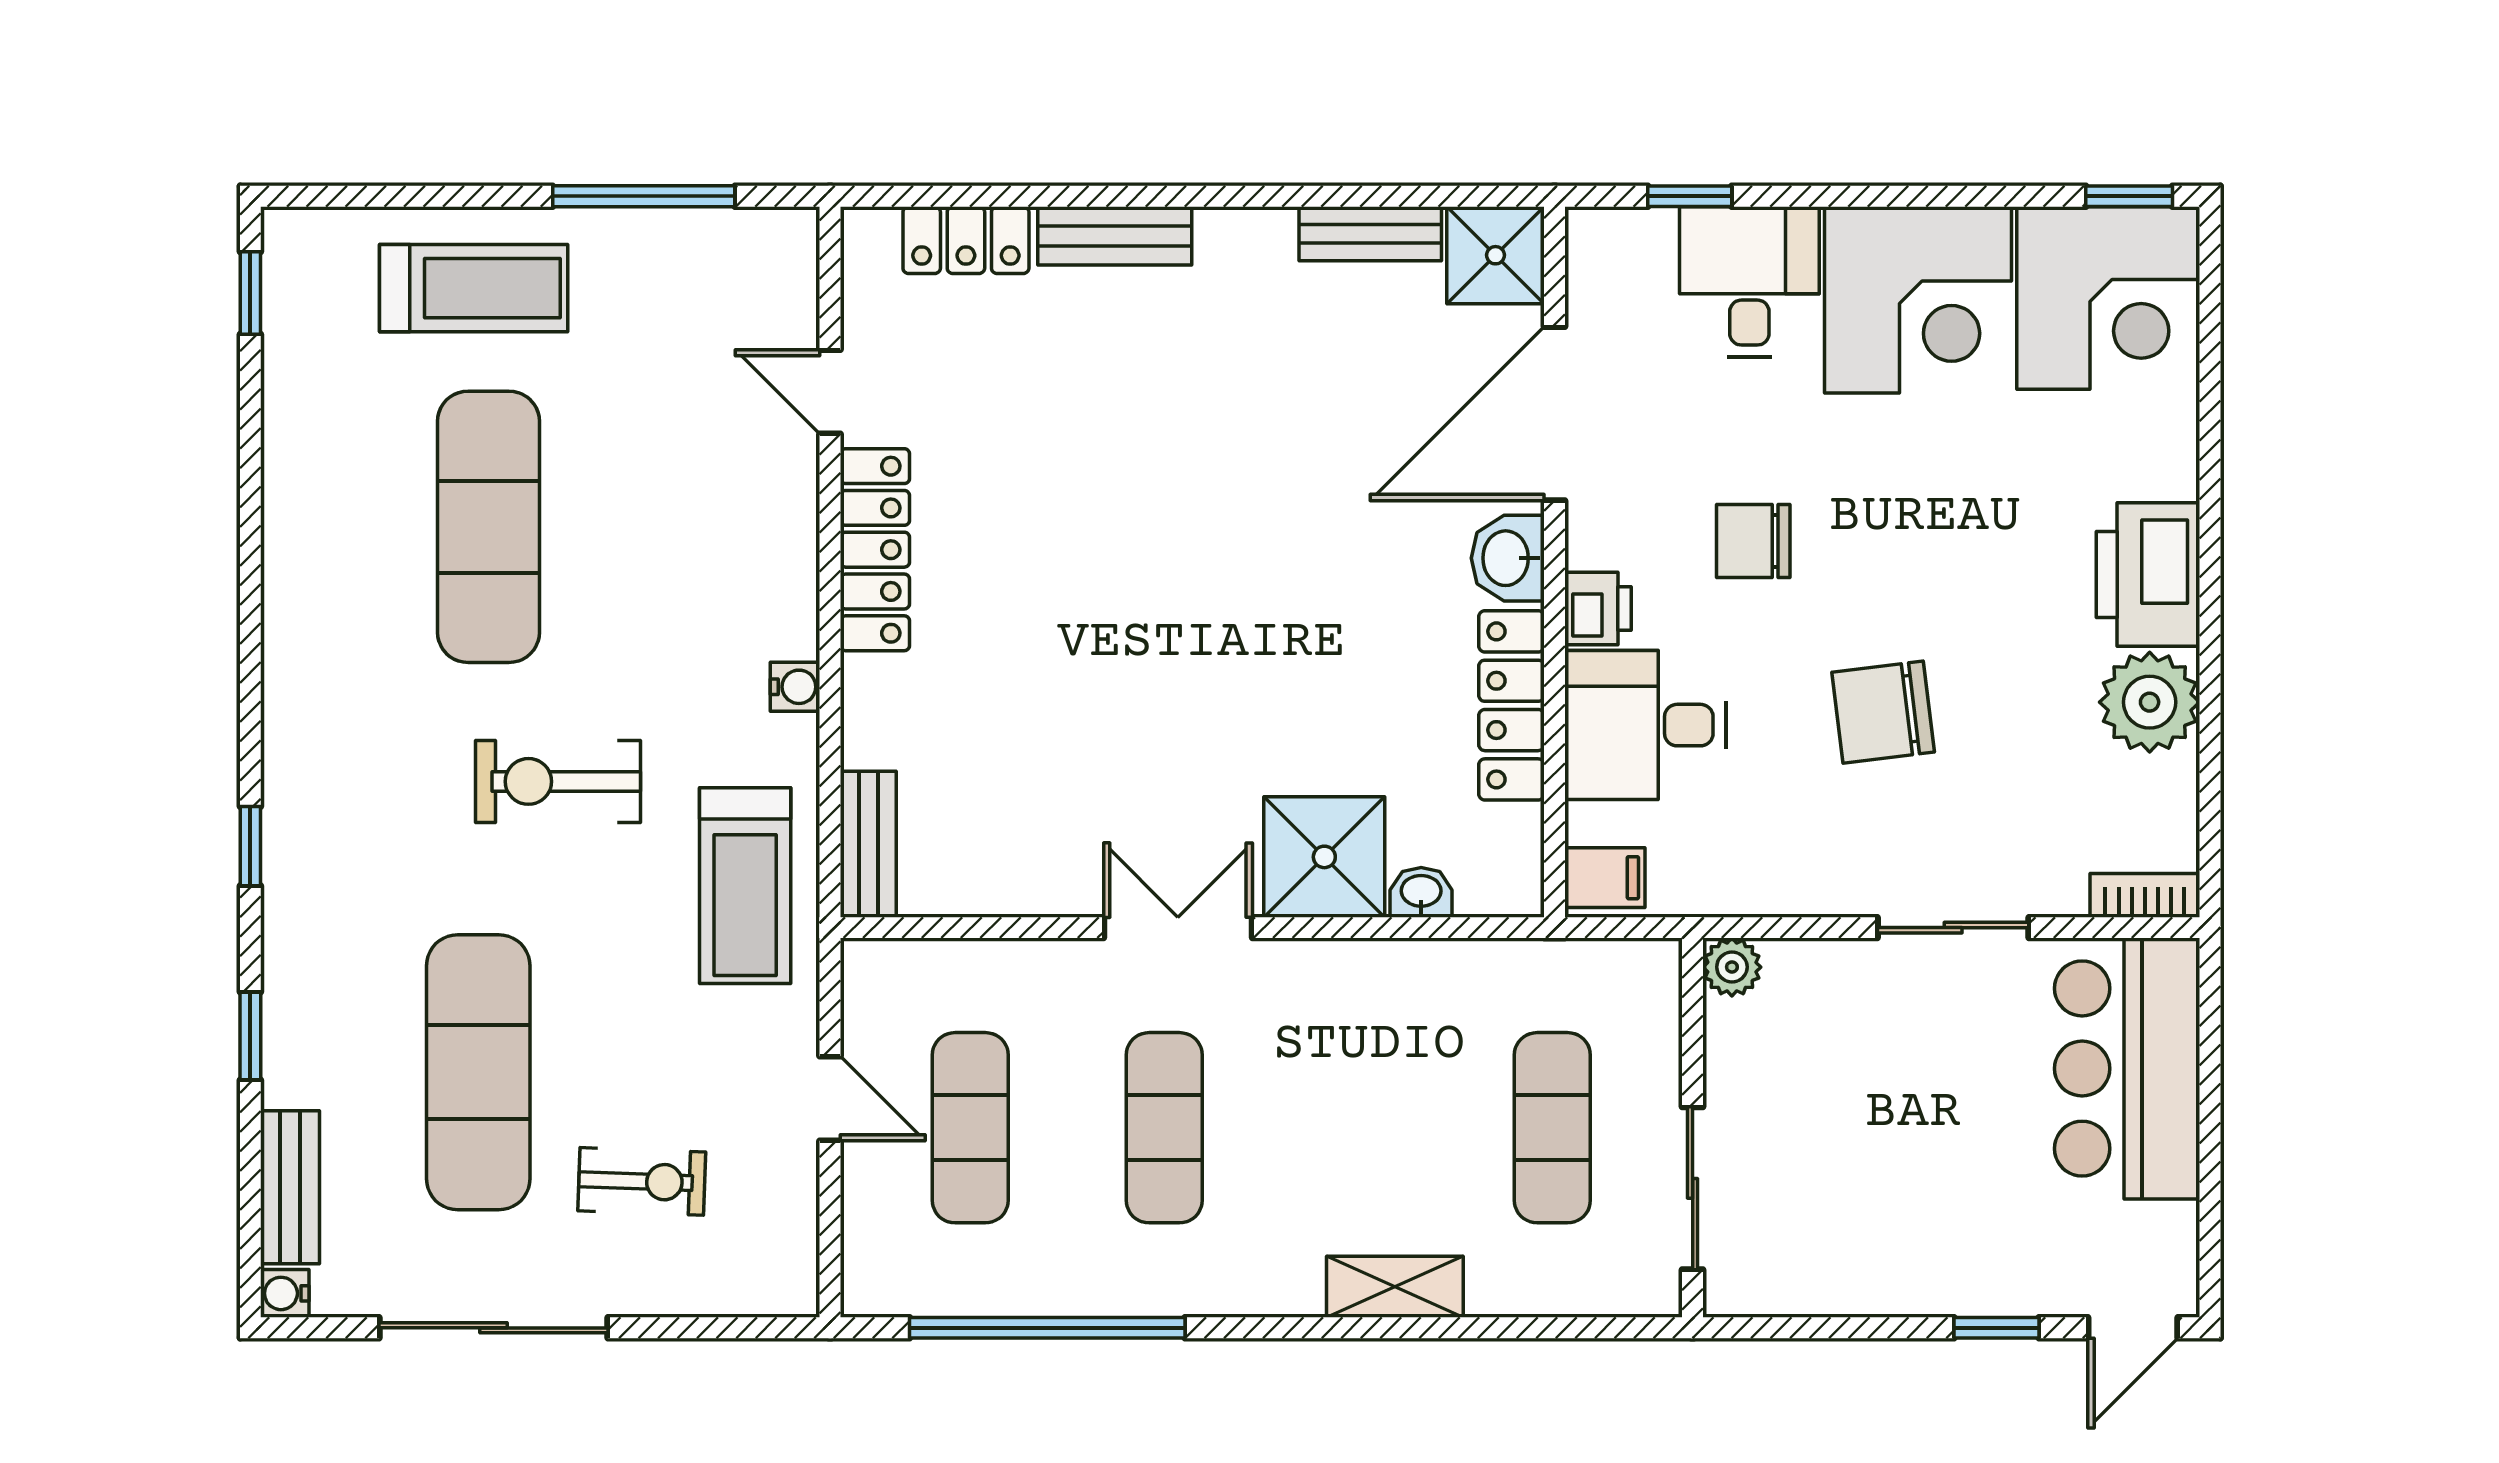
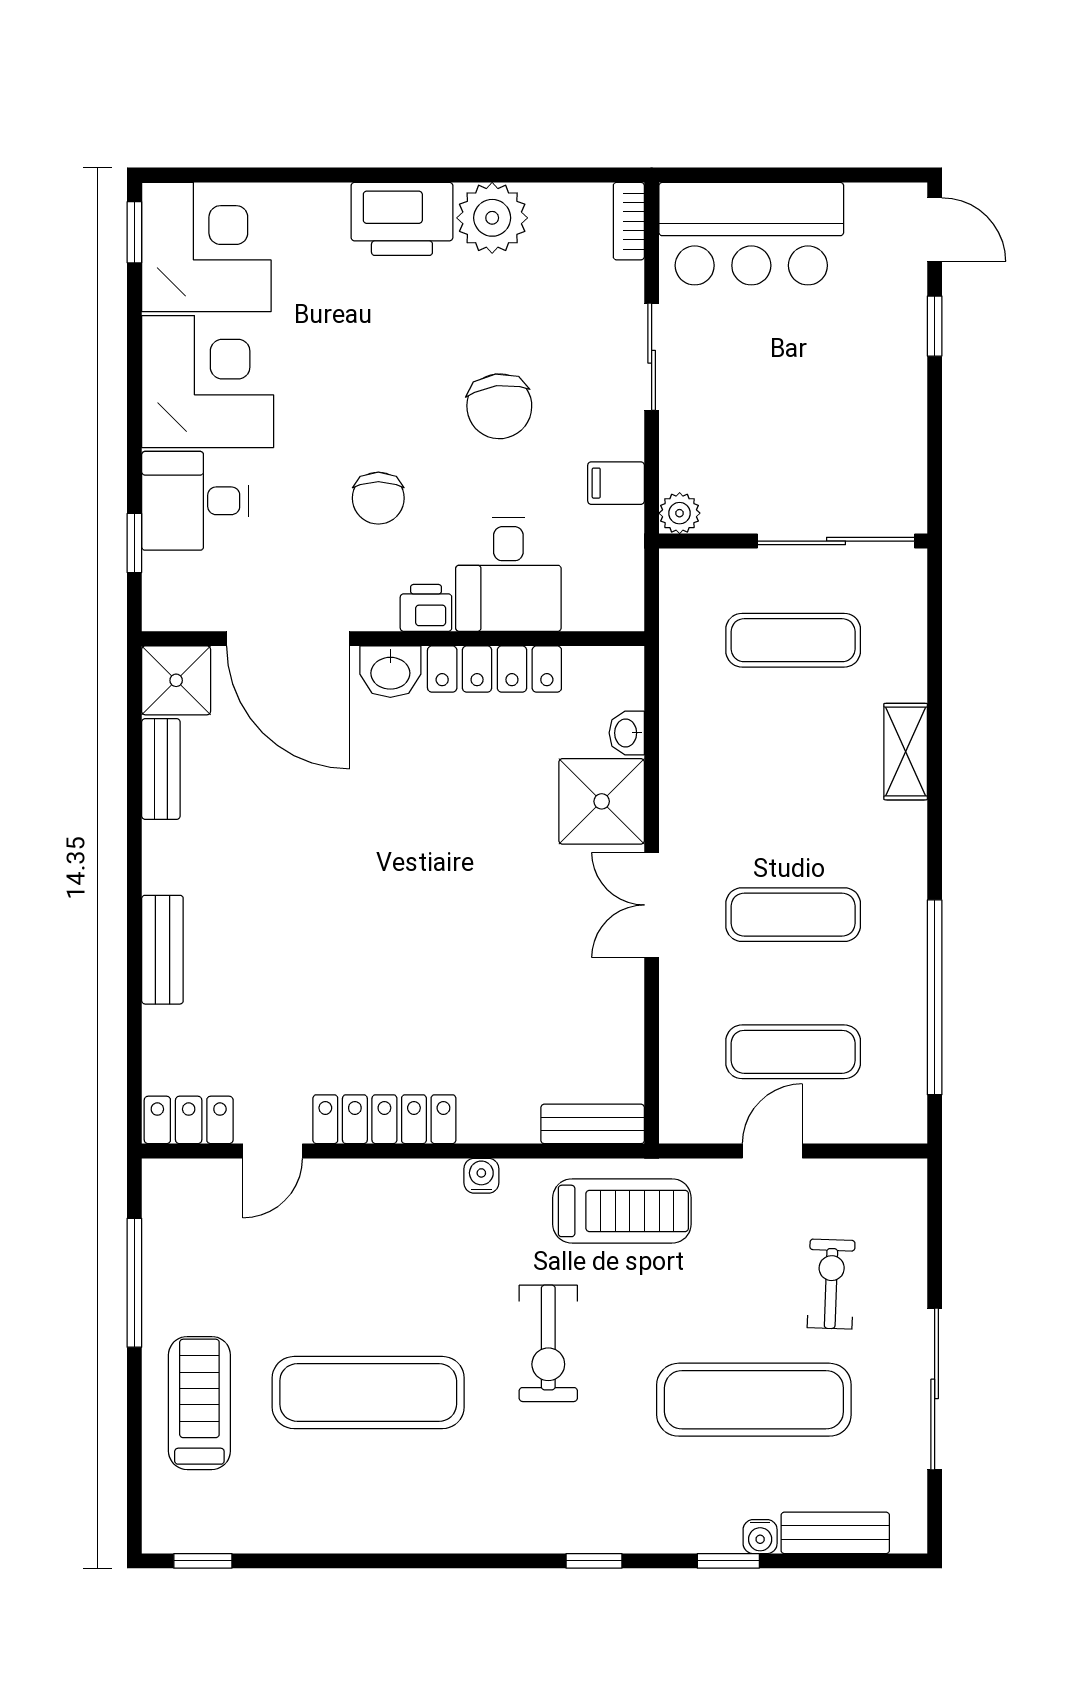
locker: (966, 240) -> (189, 1120), moved, turned -90
filing cabinet: (1605, 878) -> (616, 483), moved, turned -90
sliding door: (1693, 1188) -> (836, 541), width x1.37
water cooler: (285, 1293) -> (760, 1537), moved

